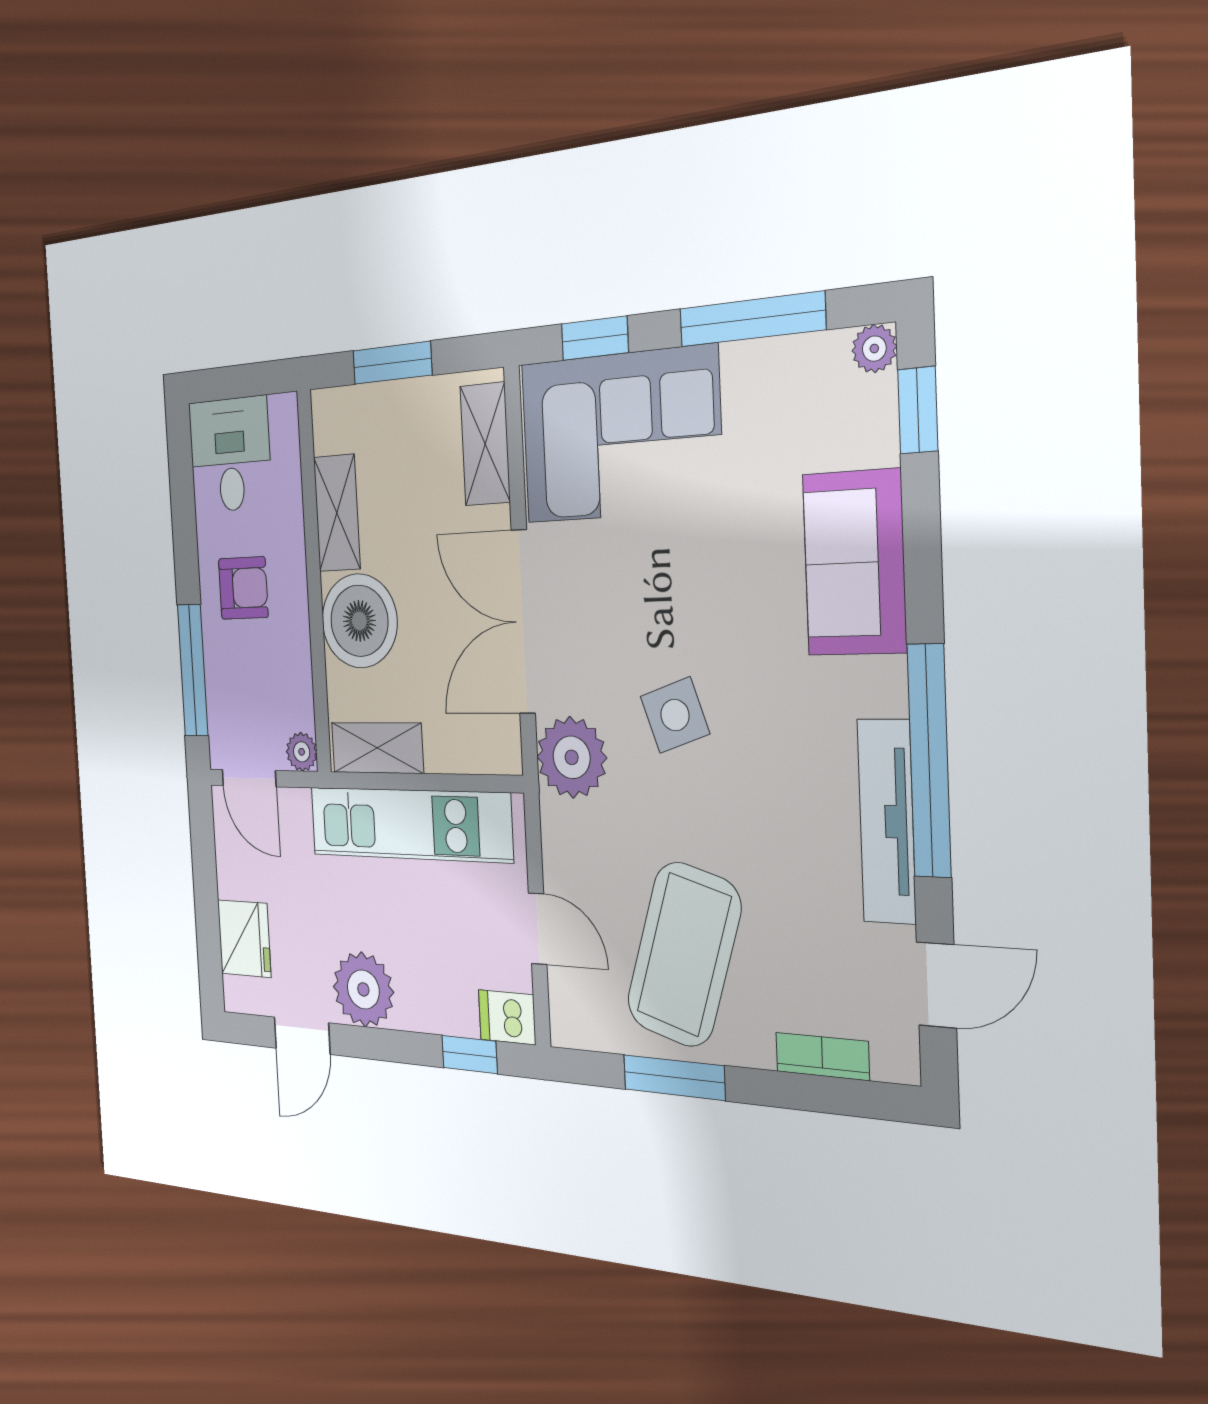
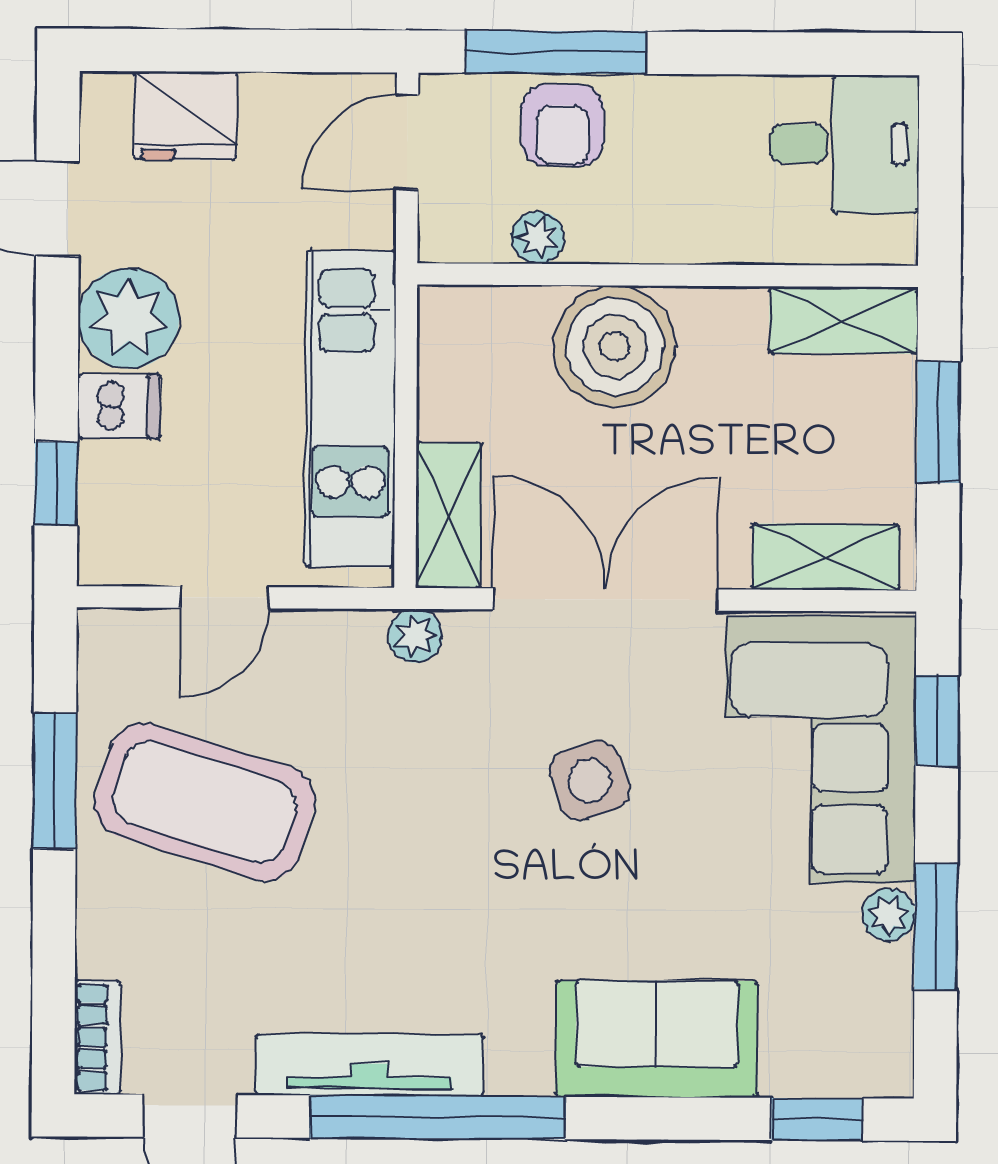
window: (752, 319) -> (936, 927), width x0.69
plant: (874, 349) -> (889, 915), moved
shelving: (337, 513) -> (844, 320), moved
armchair: (243, 588) -> (563, 125), moved
side table: (675, 715) -> (590, 781), moved
shelving: (377, 748) -> (449, 516), moved
plant: (302, 752) -> (538, 238), moved
plant: (572, 757) -> (415, 636), width x0.53, depth x0.53
dishwasher: (507, 1017) -> (119, 406), moved, turned 90
bookcase: (822, 1056) -> (97, 1037), moved

